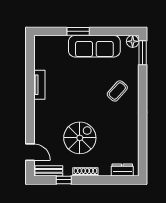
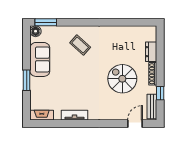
sofa: (94, 46) -> (40, 59), width x0.73
fireplace: (39, 48) -> (42, 115), added
dresser: (122, 170) -> (151, 52), moved

